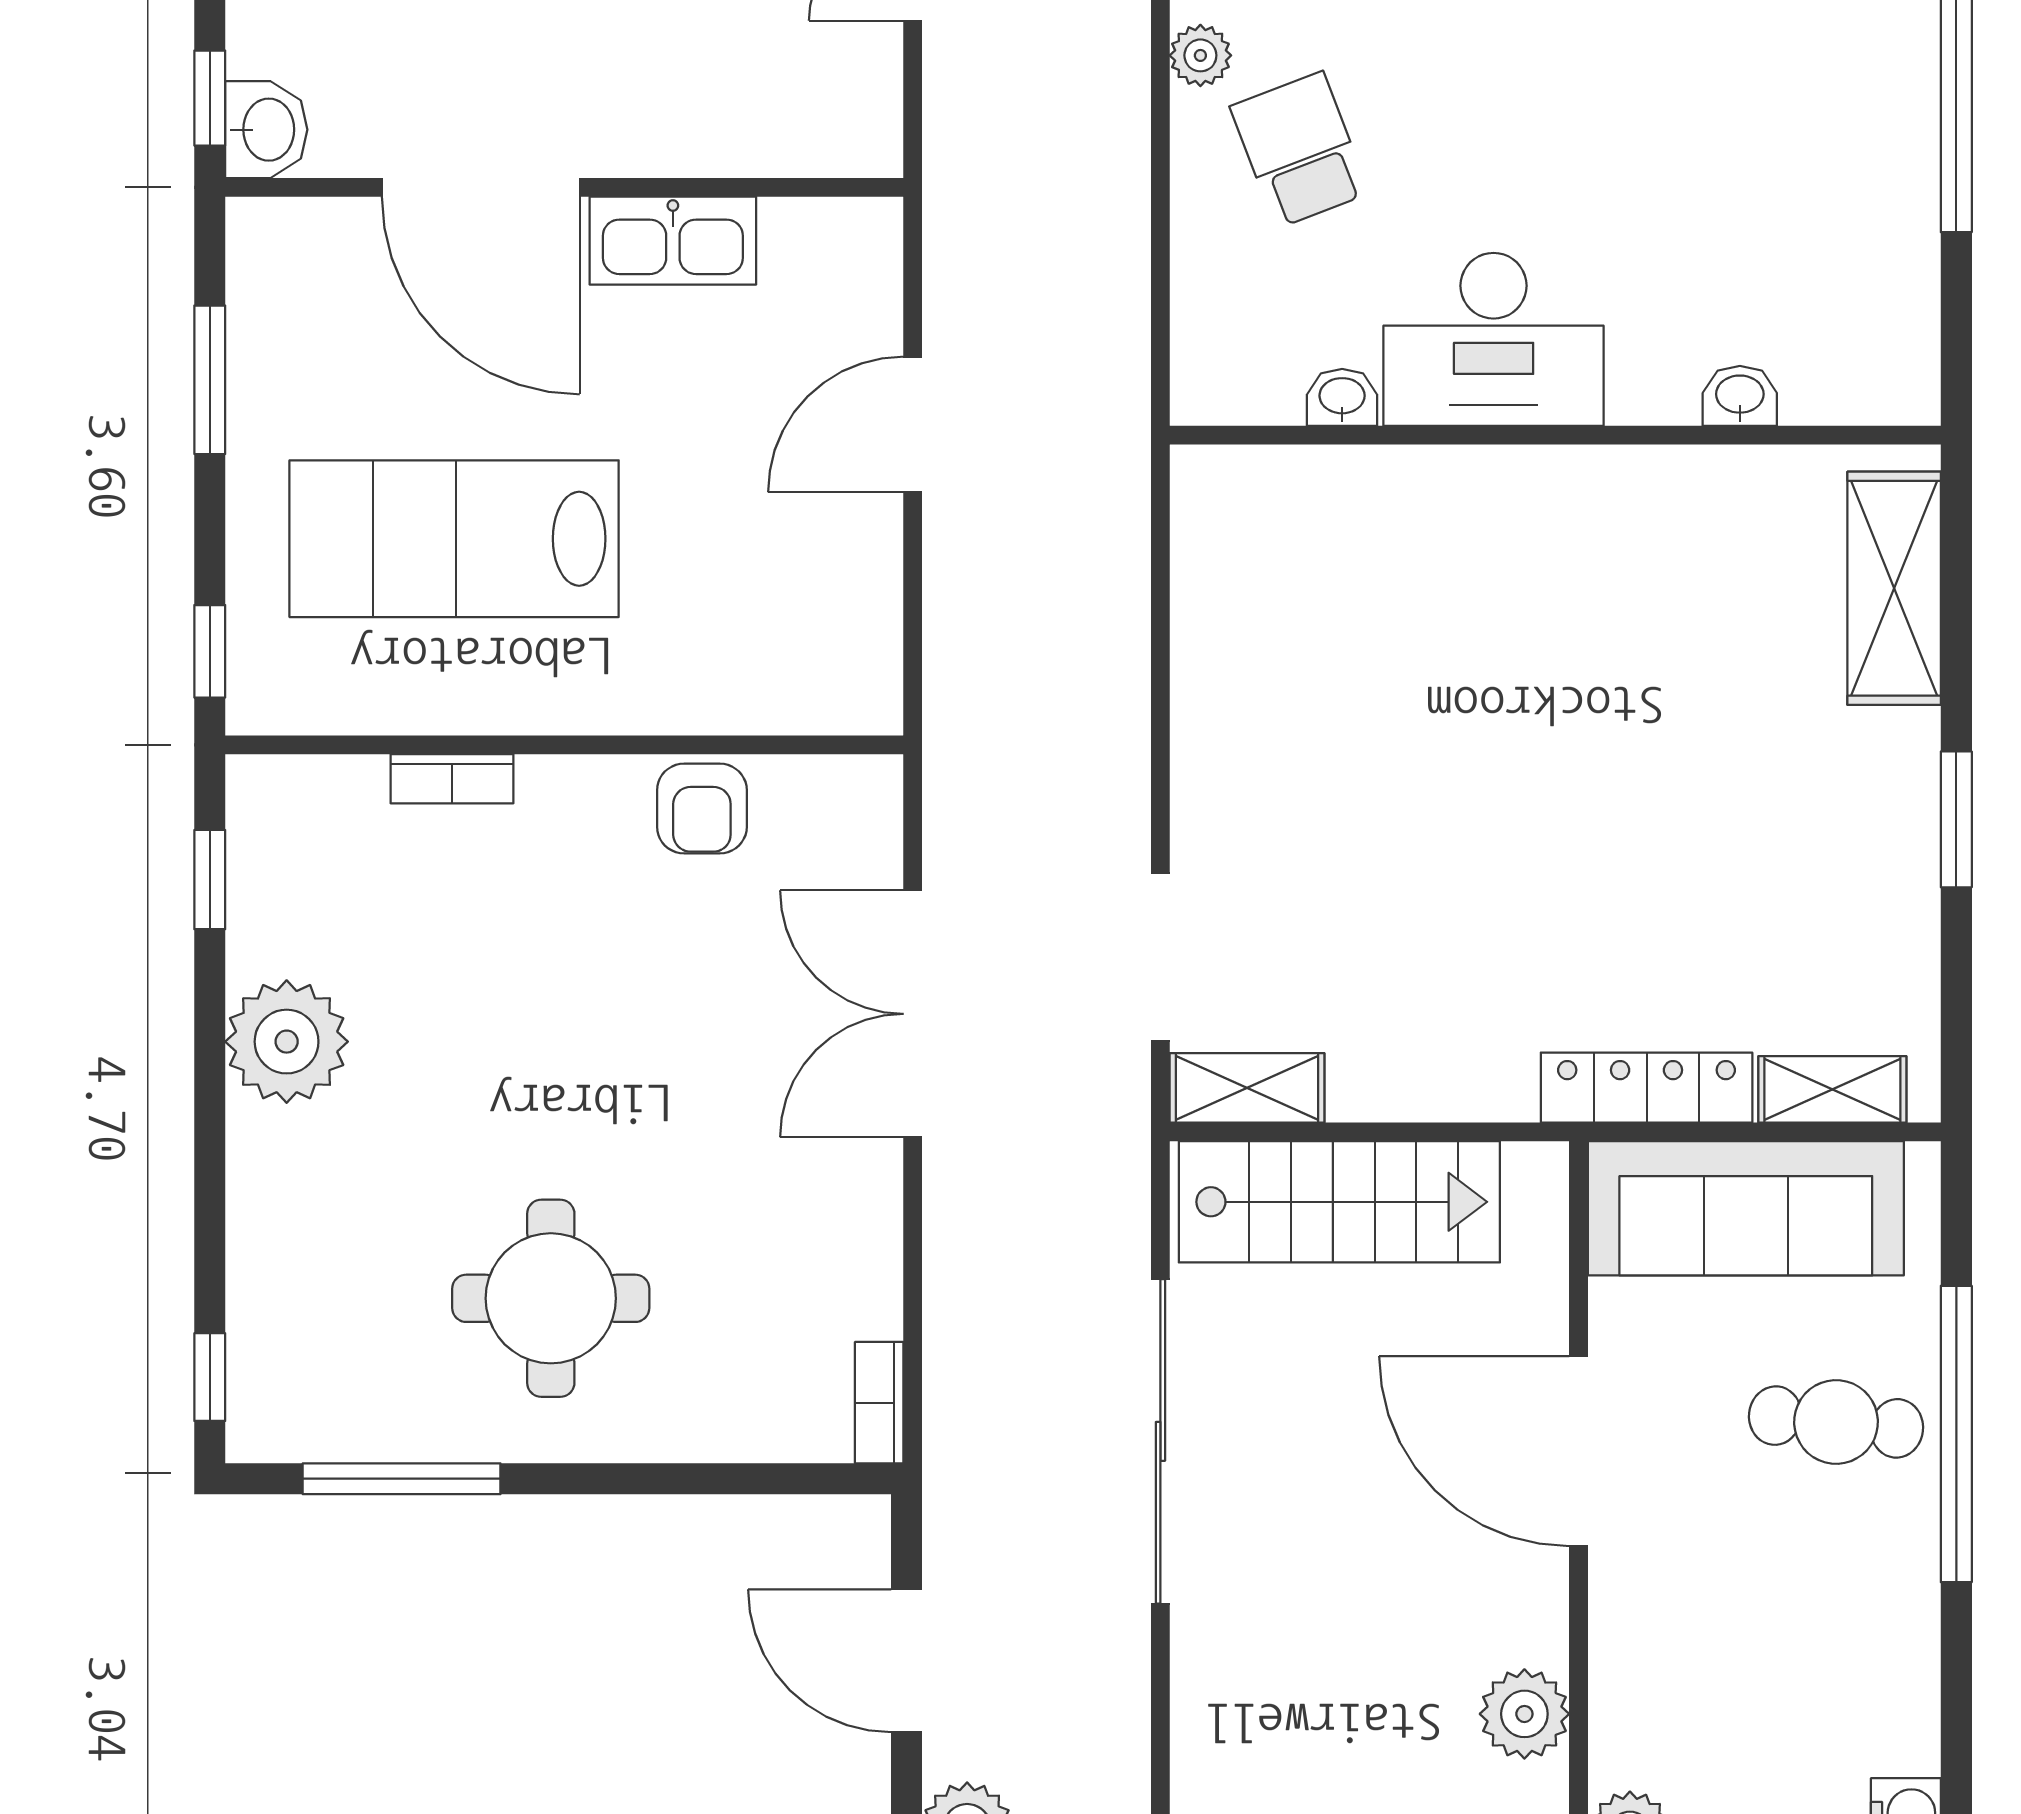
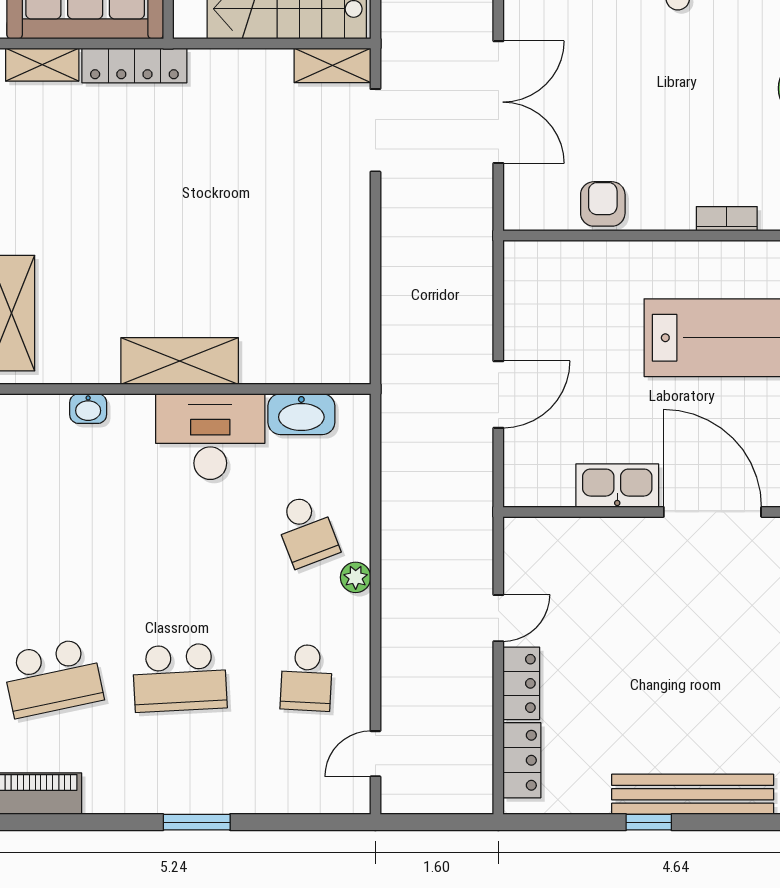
washbasin: (1342, 397) -> (301, 414), width x1.91, depth x1.45
shelving: (1555, 492) -> (180, 361), added

